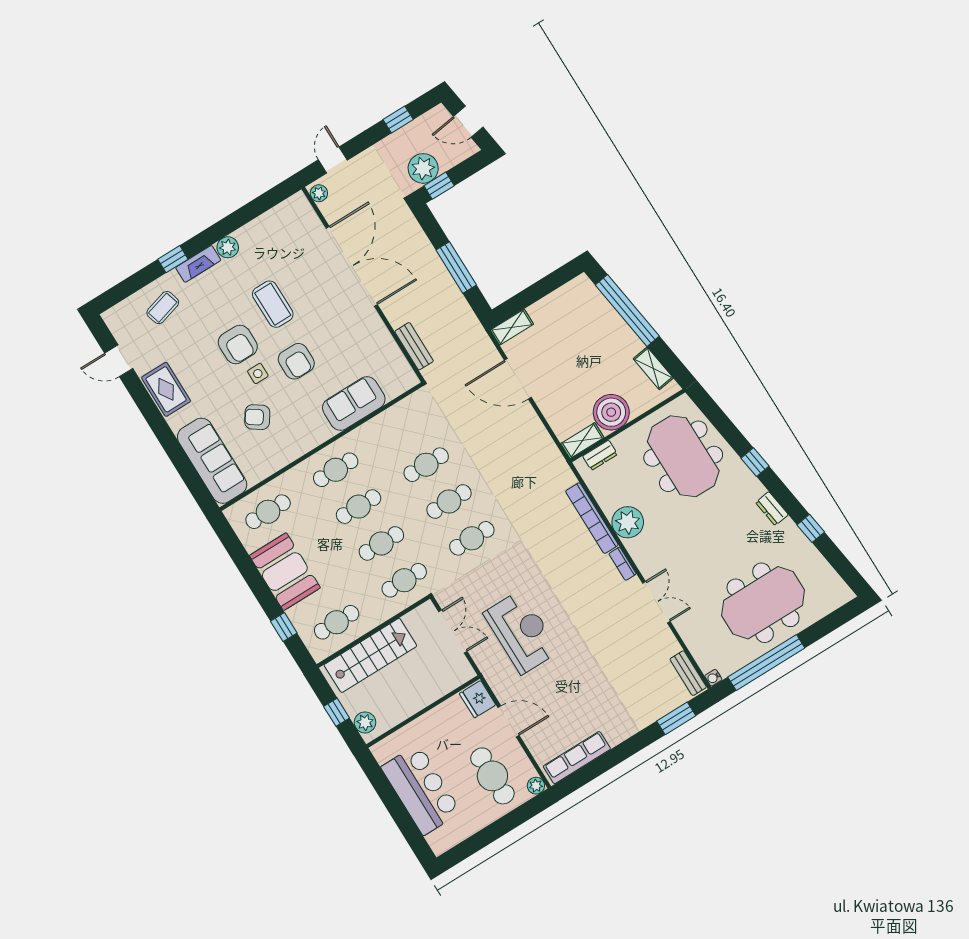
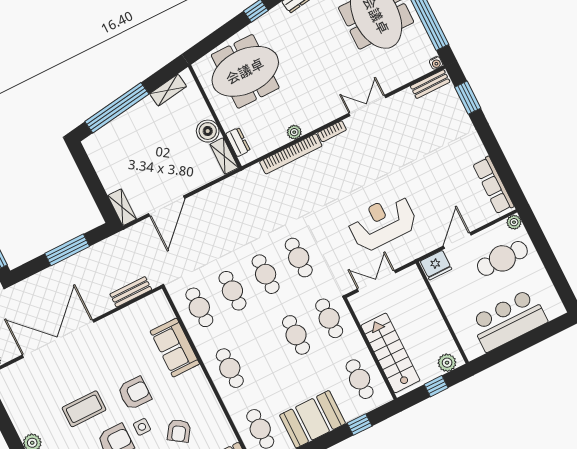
boiler: (611, 412) -> (208, 131), width x0.73, depth x0.73
cafe table: (359, 507) -> (199, 307), moved
plant: (628, 522) -> (294, 132), width x0.53, depth x0.53

